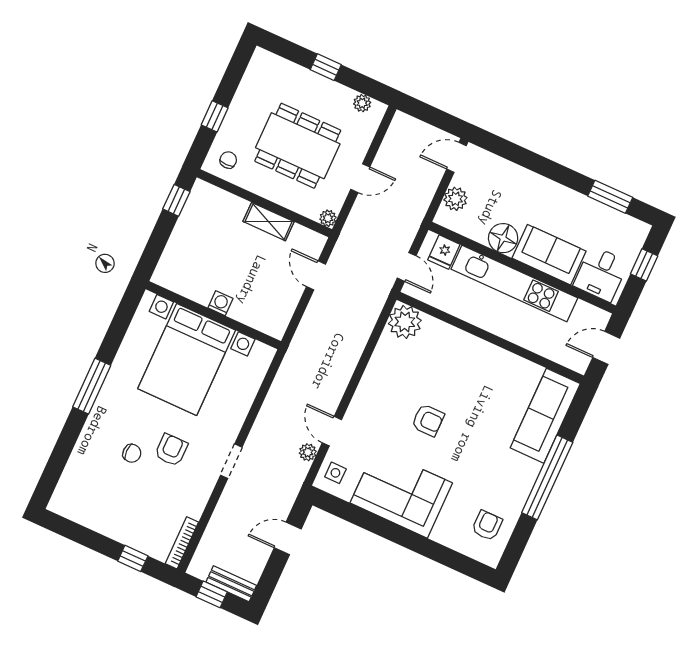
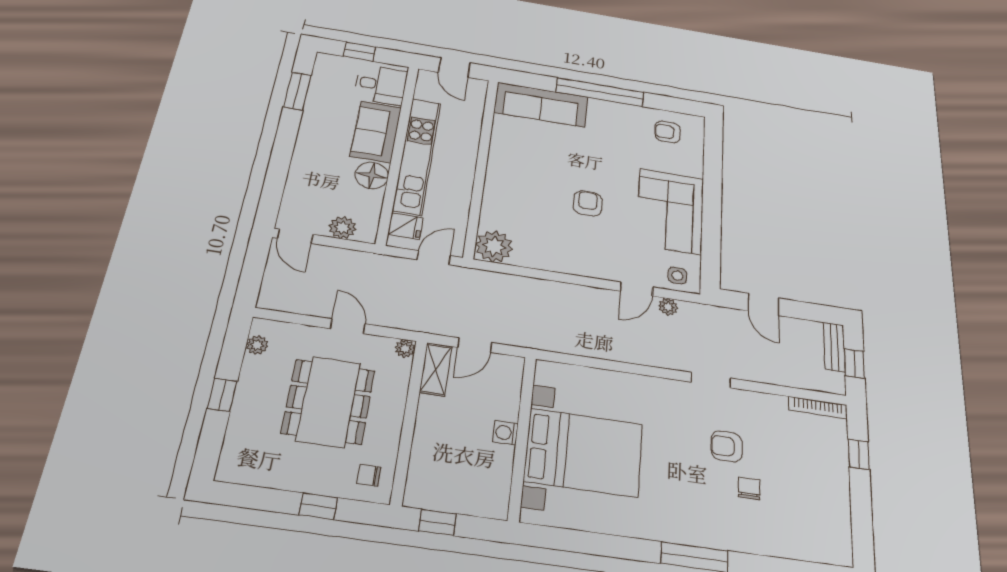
shelving: (269, 222) -> (436, 369), moved
washing machine: (220, 303) -> (505, 433), moved
wall: (213, 315) -> (522, 437), moved
bed with nightstands: (187, 359) -> (584, 452), moved

